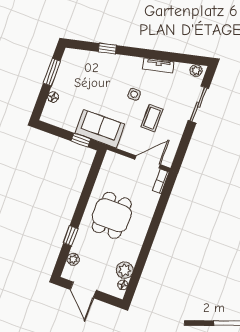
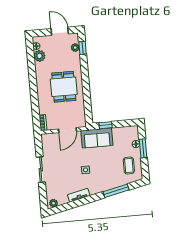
window: (107, 48) -> (116, 191), width x2.17
window: (52, 72) -> (143, 148), moved
sliding door: (198, 104) -> (41, 170), moved
coffee table: (152, 118) -> (129, 166), moved
door: (148, 162) -> (68, 130), moved
window: (71, 236) -> (83, 48), moved

